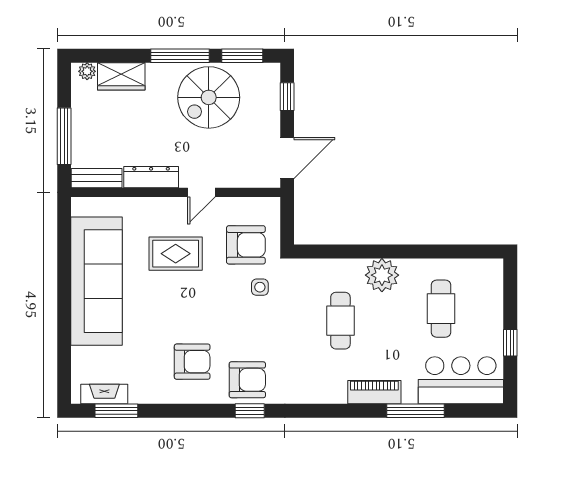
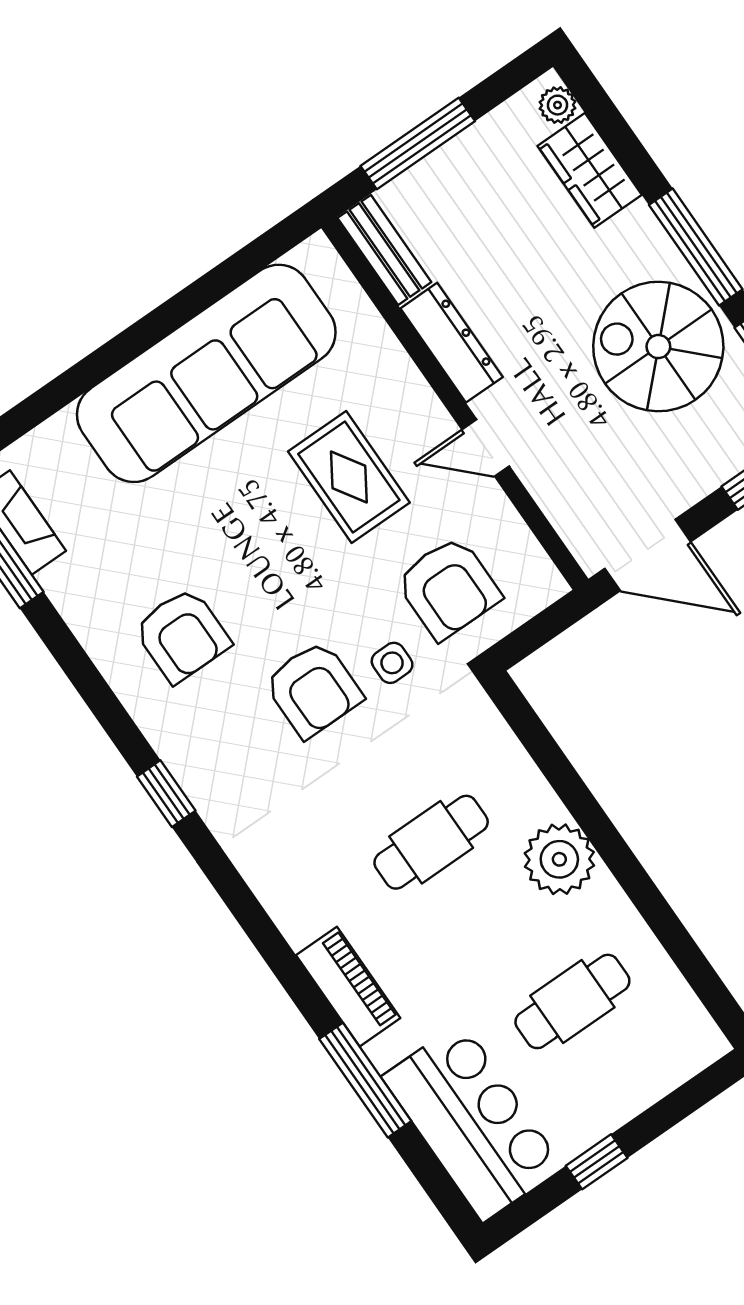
armchair: (247, 380) -> (313, 689), moved

